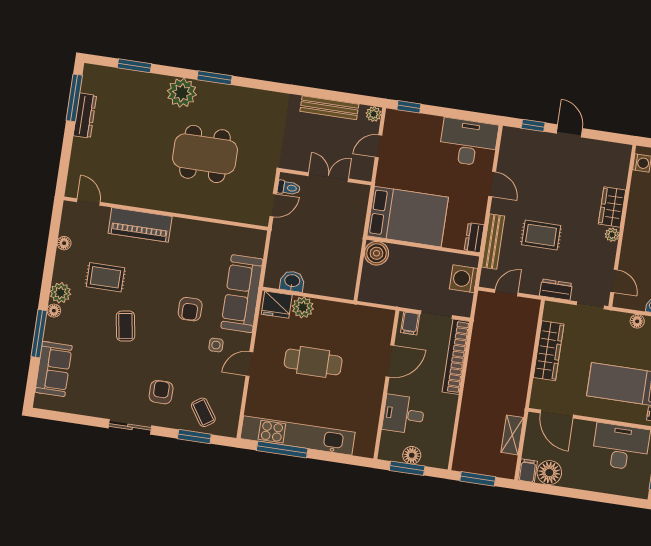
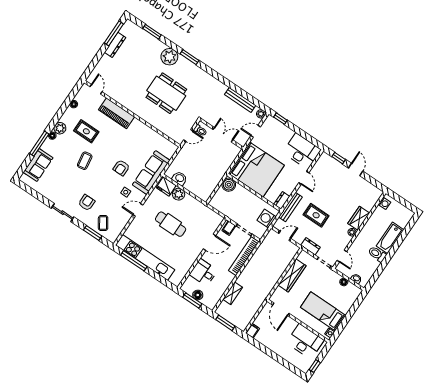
bed: (408, 217) -> (256, 169), width x1.36
shelving: (512, 435) -> (233, 293), moved
floor lamp: (549, 473) -> (263, 337), removed

